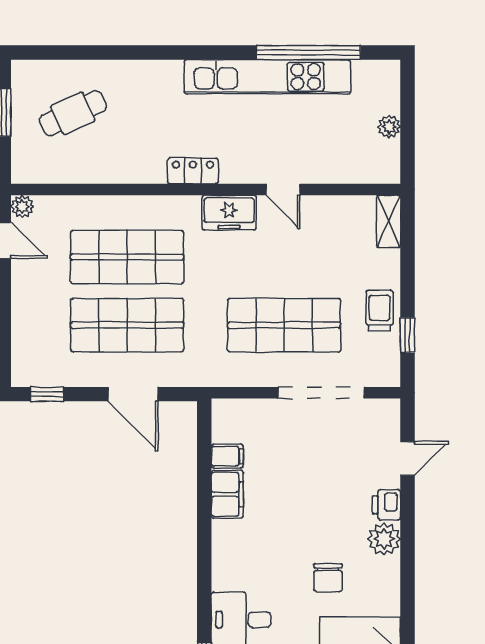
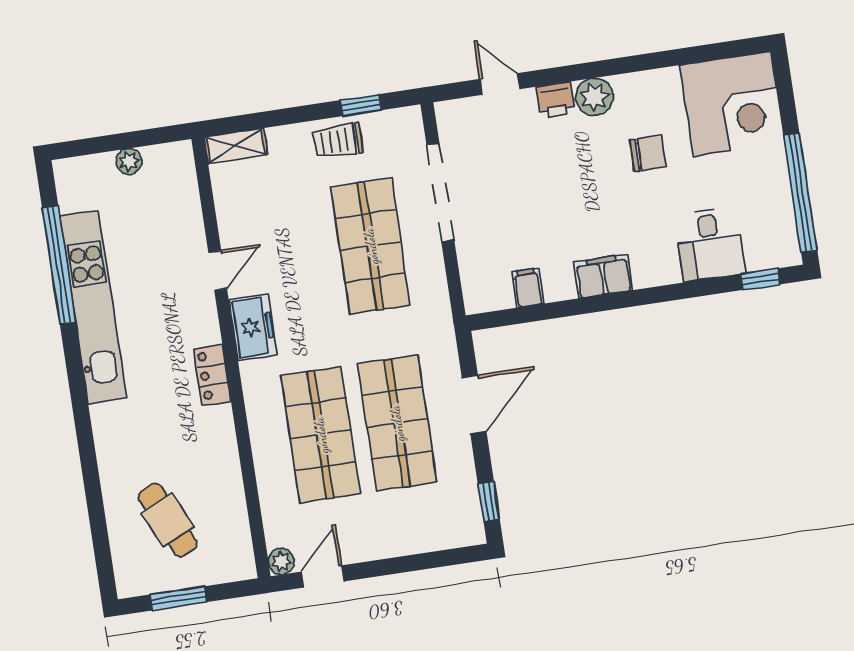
filing cabinet: (227, 494) -> (603, 276), moved

